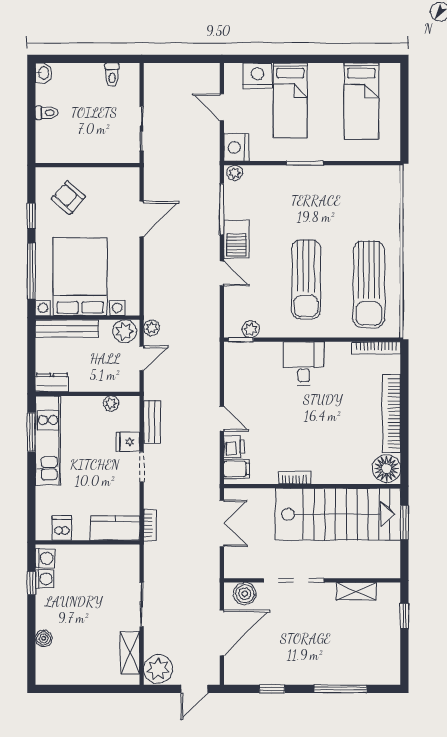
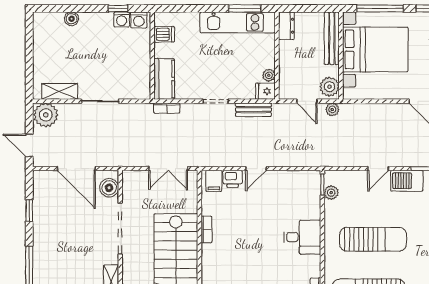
sun lounger: (306, 279) -> (373, 239), turned 180
fridge: (128, 442) -> (265, 91), moved, turned -90

